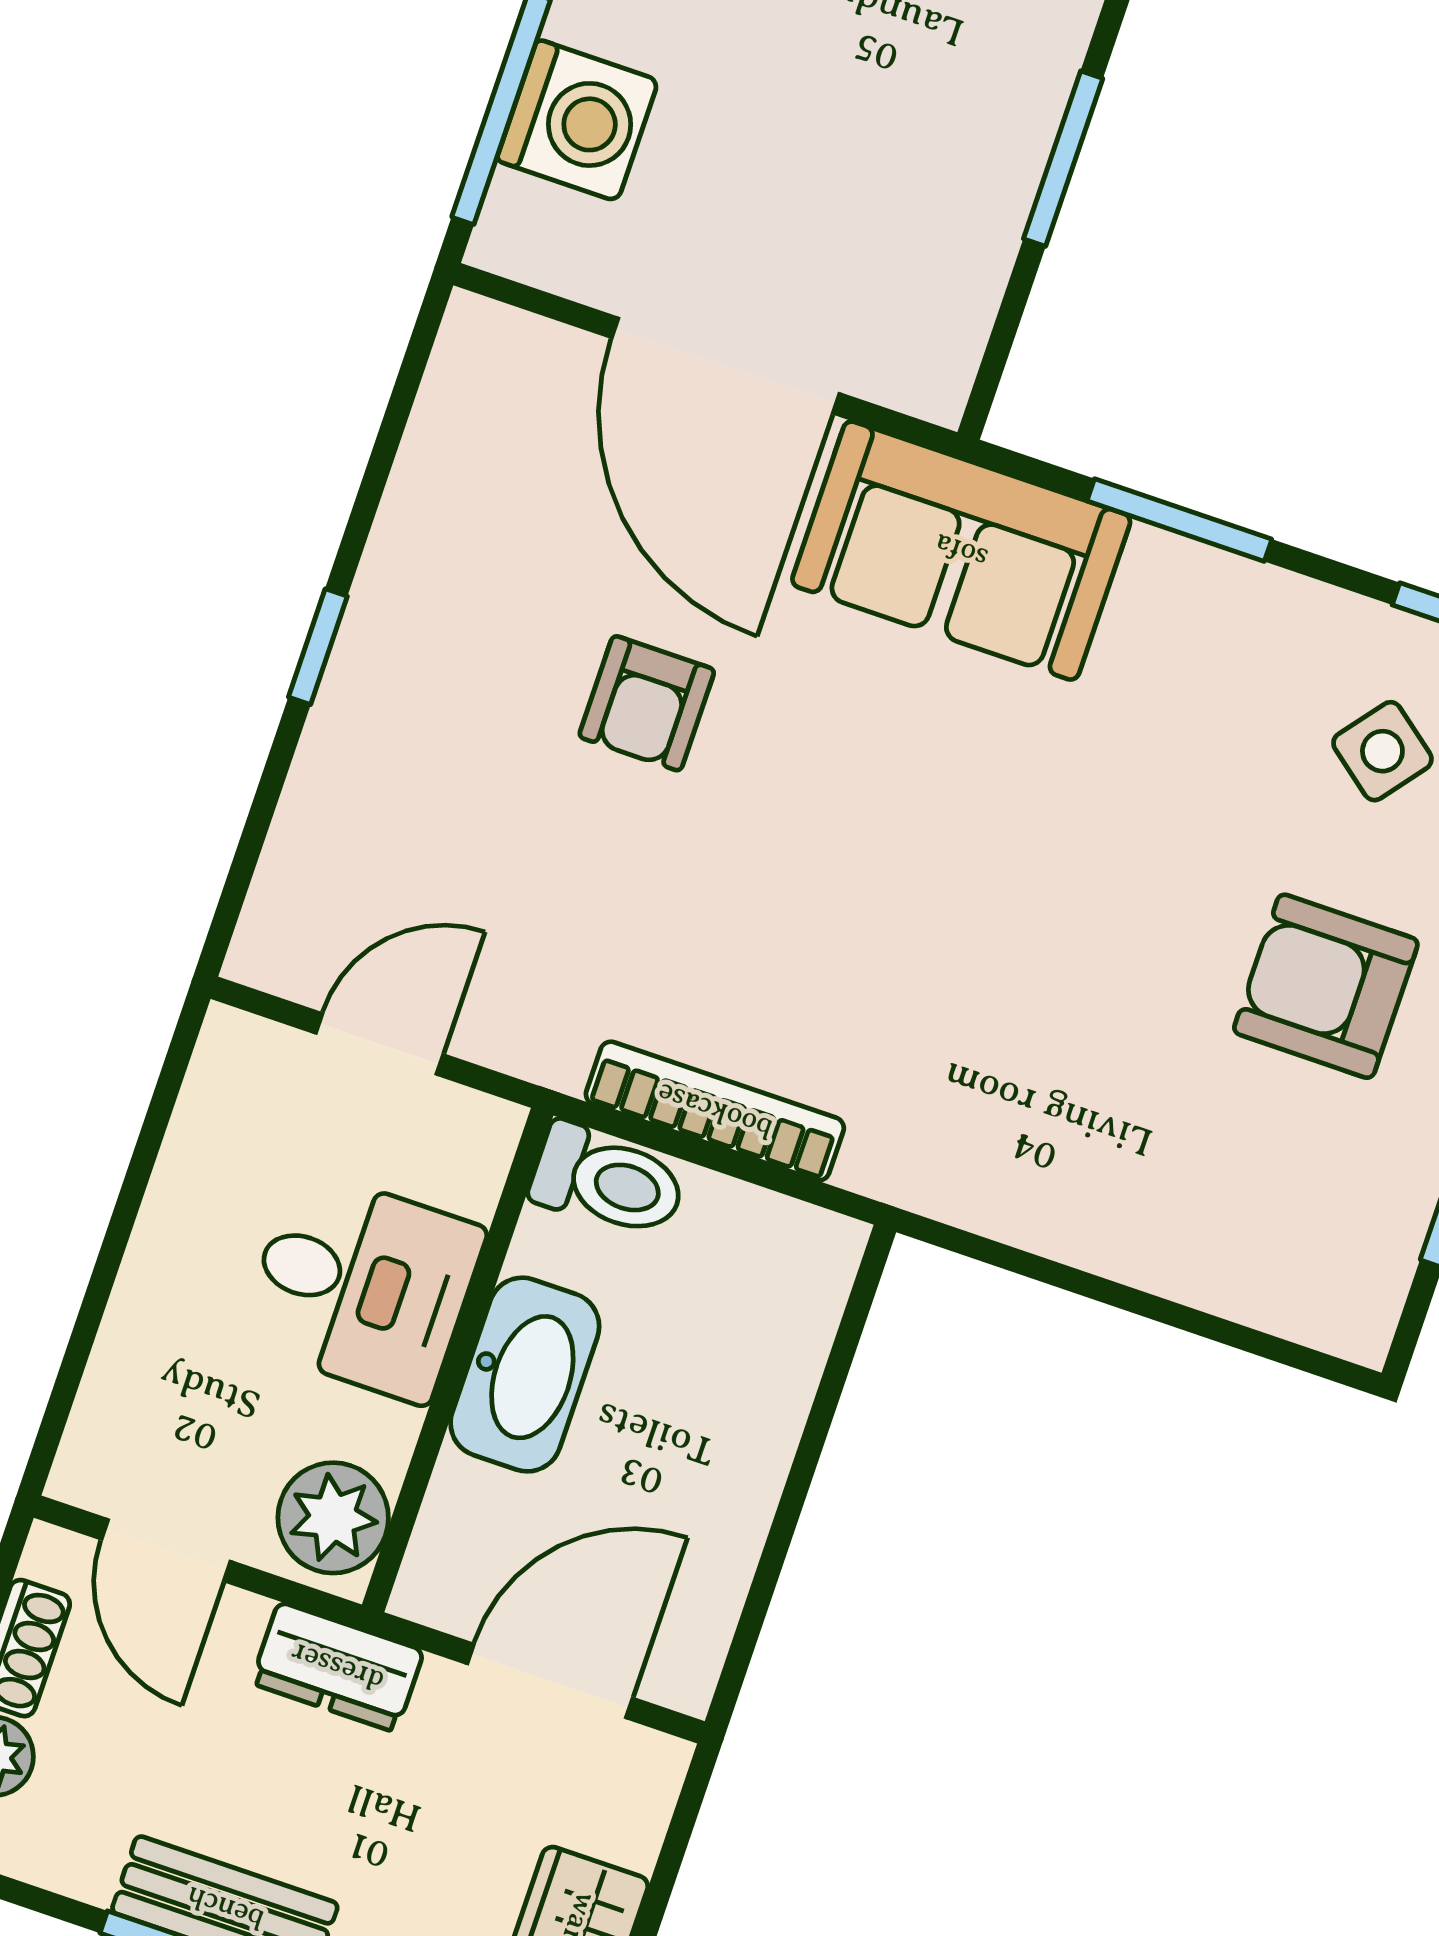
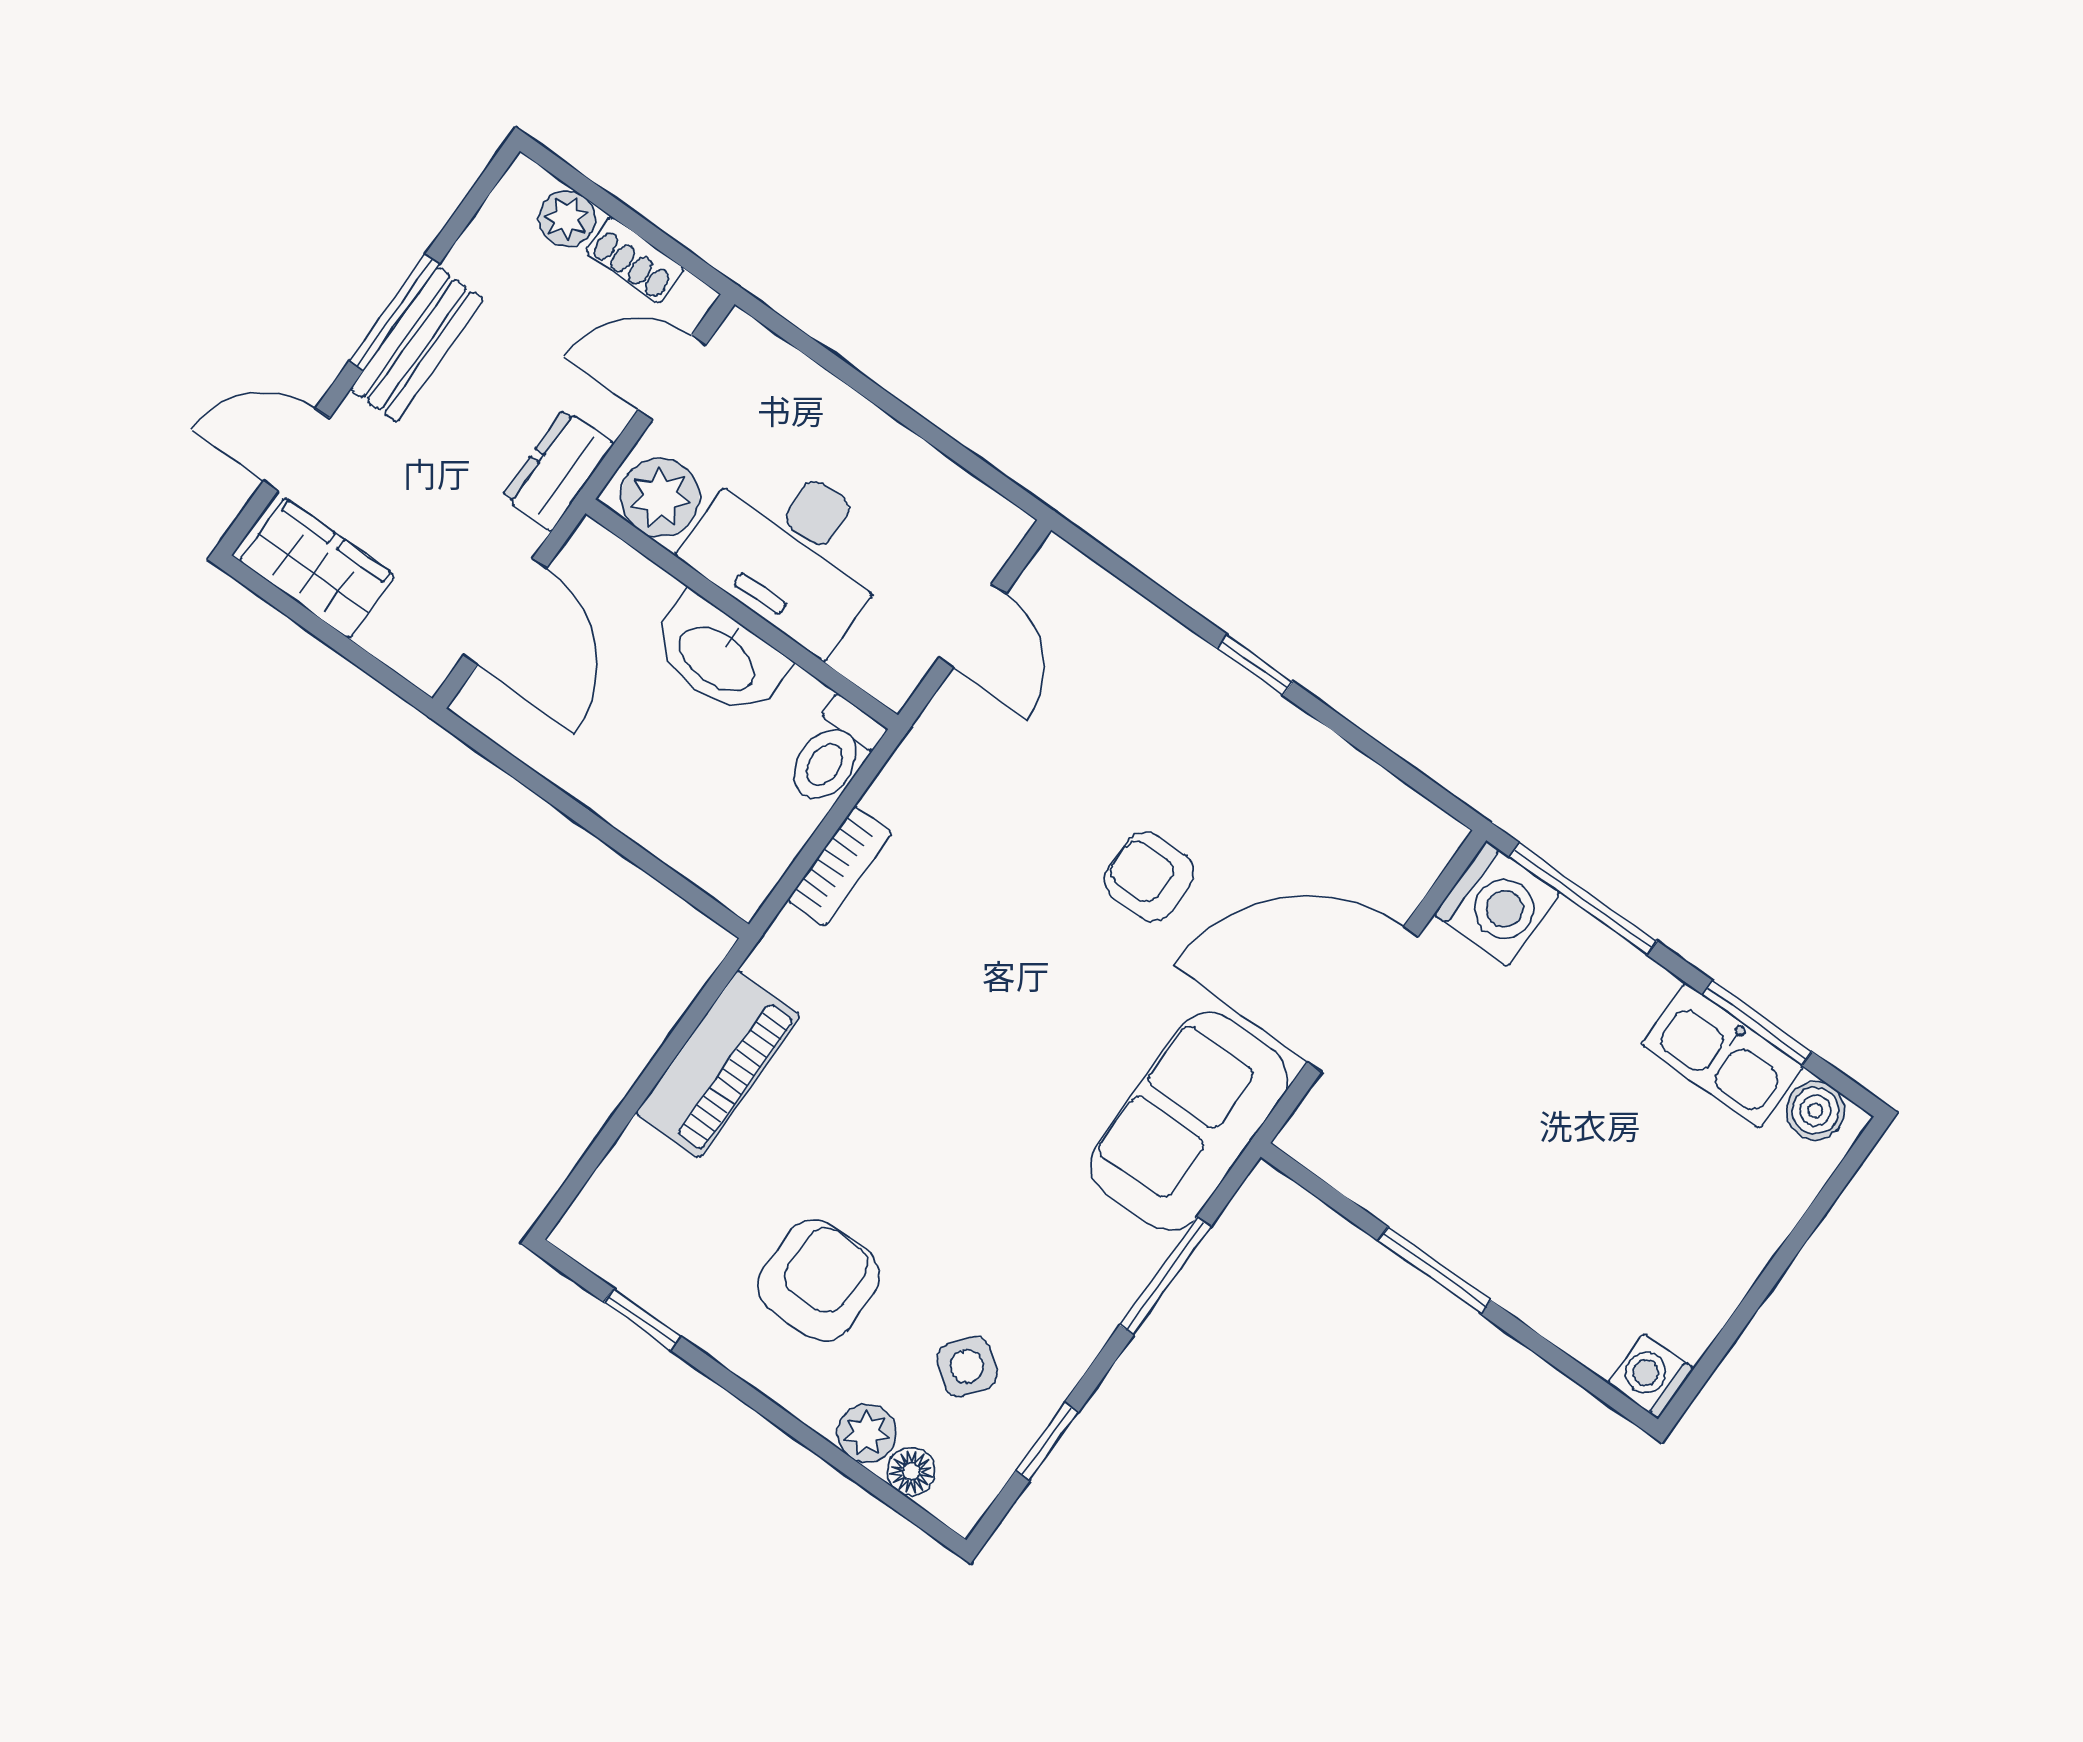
washing machine: (577, 120) -> (1497, 904), moved, turned -90
bookcase: (715, 1111) -> (839, 866), width x0.64
piano: (1075, 1210) -> (718, 1064), added
desk: (362, 1286) -> (791, 550), width x1.37

